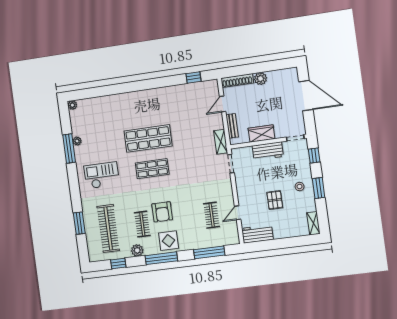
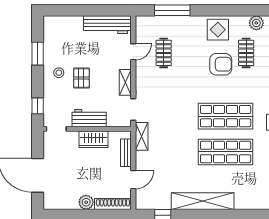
shelving: (161, 94) -> (203, 201), added
shop shelf: (152, 169) -> (226, 116), width x1.43, depth x1.36
window: (319, 188) -> (38, 54), moved
pallet: (275, 200) -> (81, 78), moved
armchair: (162, 212) -> (221, 64), turned 90
shelving: (313, 223) -> (125, 82), moved
workbench: (257, 234) -> (107, 25), width x1.38
window: (161, 258) -> (229, 10), removed

